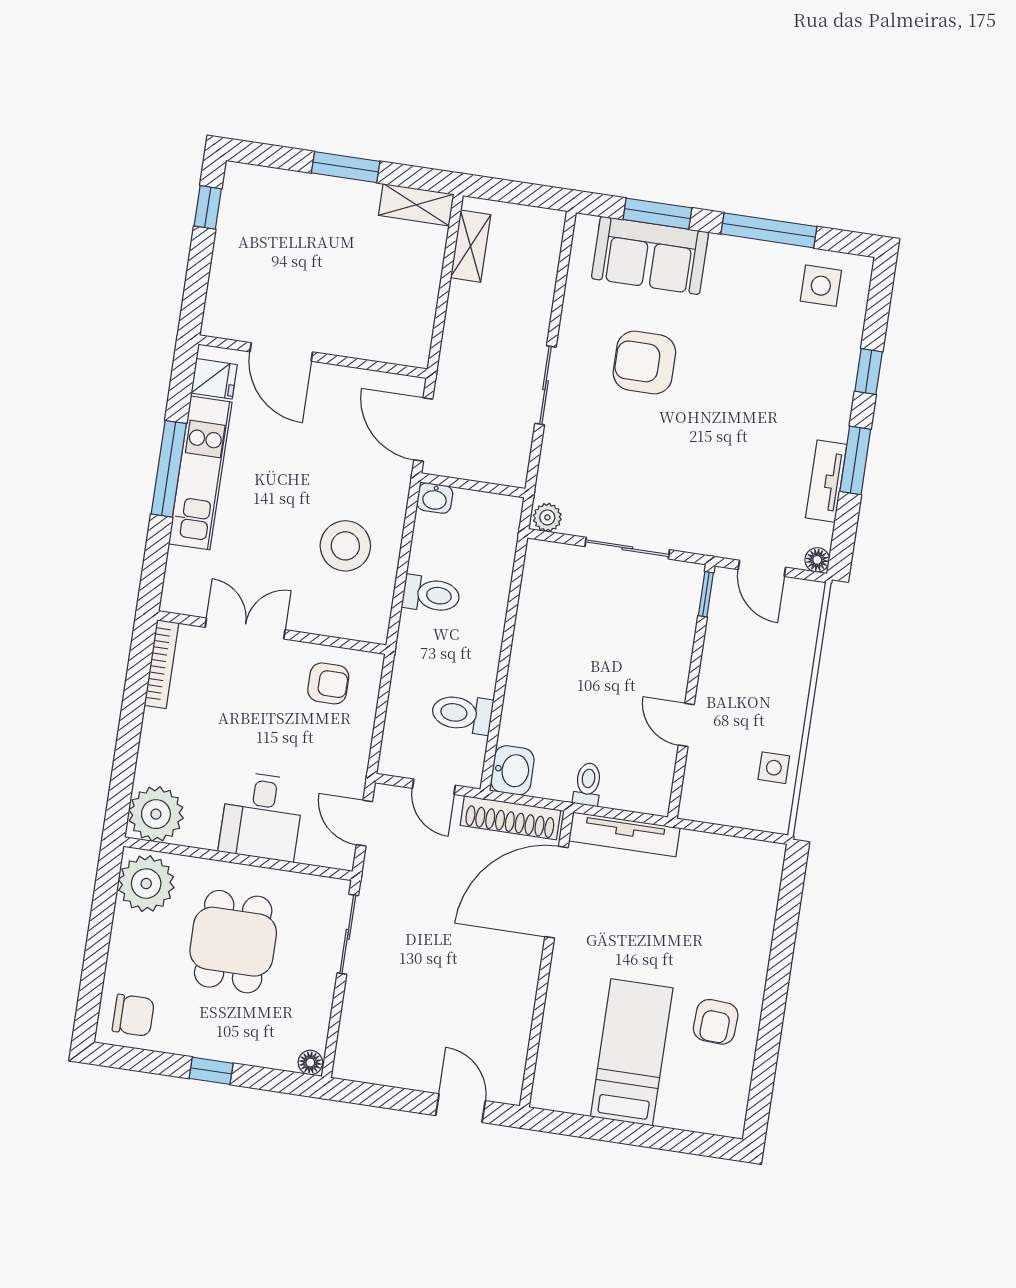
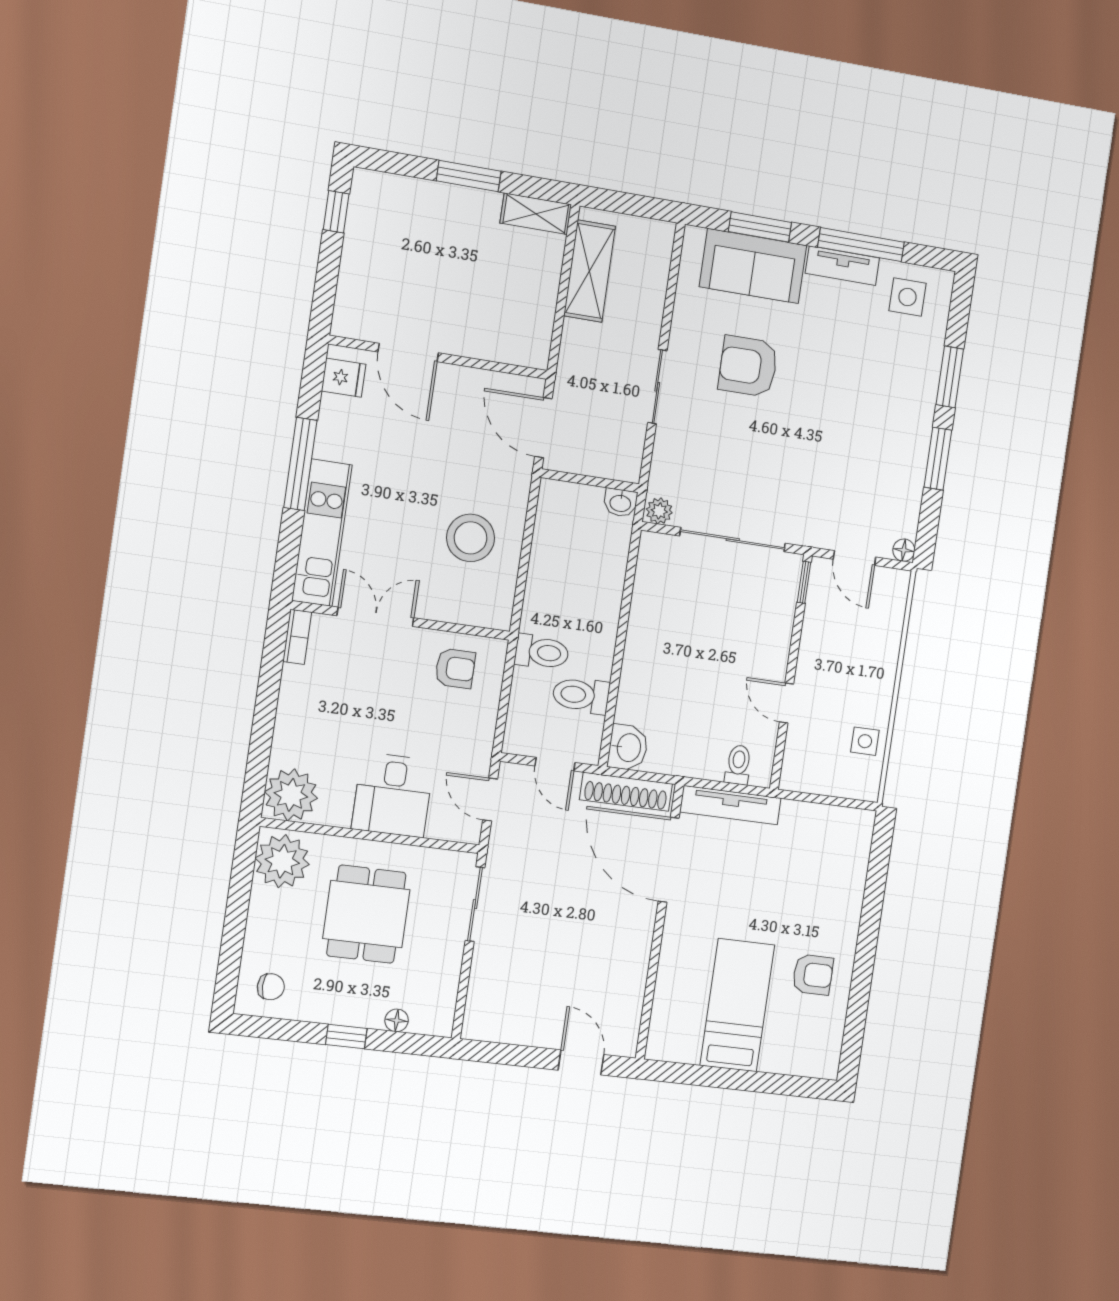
shelving: (471, 246) -> (590, 271), width x1.50, depth x1.33
window: (869, 372) -> (950, 377), width x1.50
kitchen unit: (200, 473) -> (322, 533), moved
tv unit: (826, 481) -> (842, 266), moved, turned -90
washbasin: (435, 498) -> (620, 503), moved
sliding door: (627, 548) -> (733, 540), width x1.37
toilet: (431, 595) -> (542, 652), moved
bookcase: (162, 664) -> (297, 637), width x0.64
toilet: (588, 784) -> (738, 765), moved
door: (557, 892) -> (669, 860), hinge flipped
chair: (133, 1015) -> (271, 987), width x0.73, depth x0.73
armchair: (716, 1022) -> (813, 975), turned -93
floor lamp: (310, 1063) -> (397, 1020), moved

